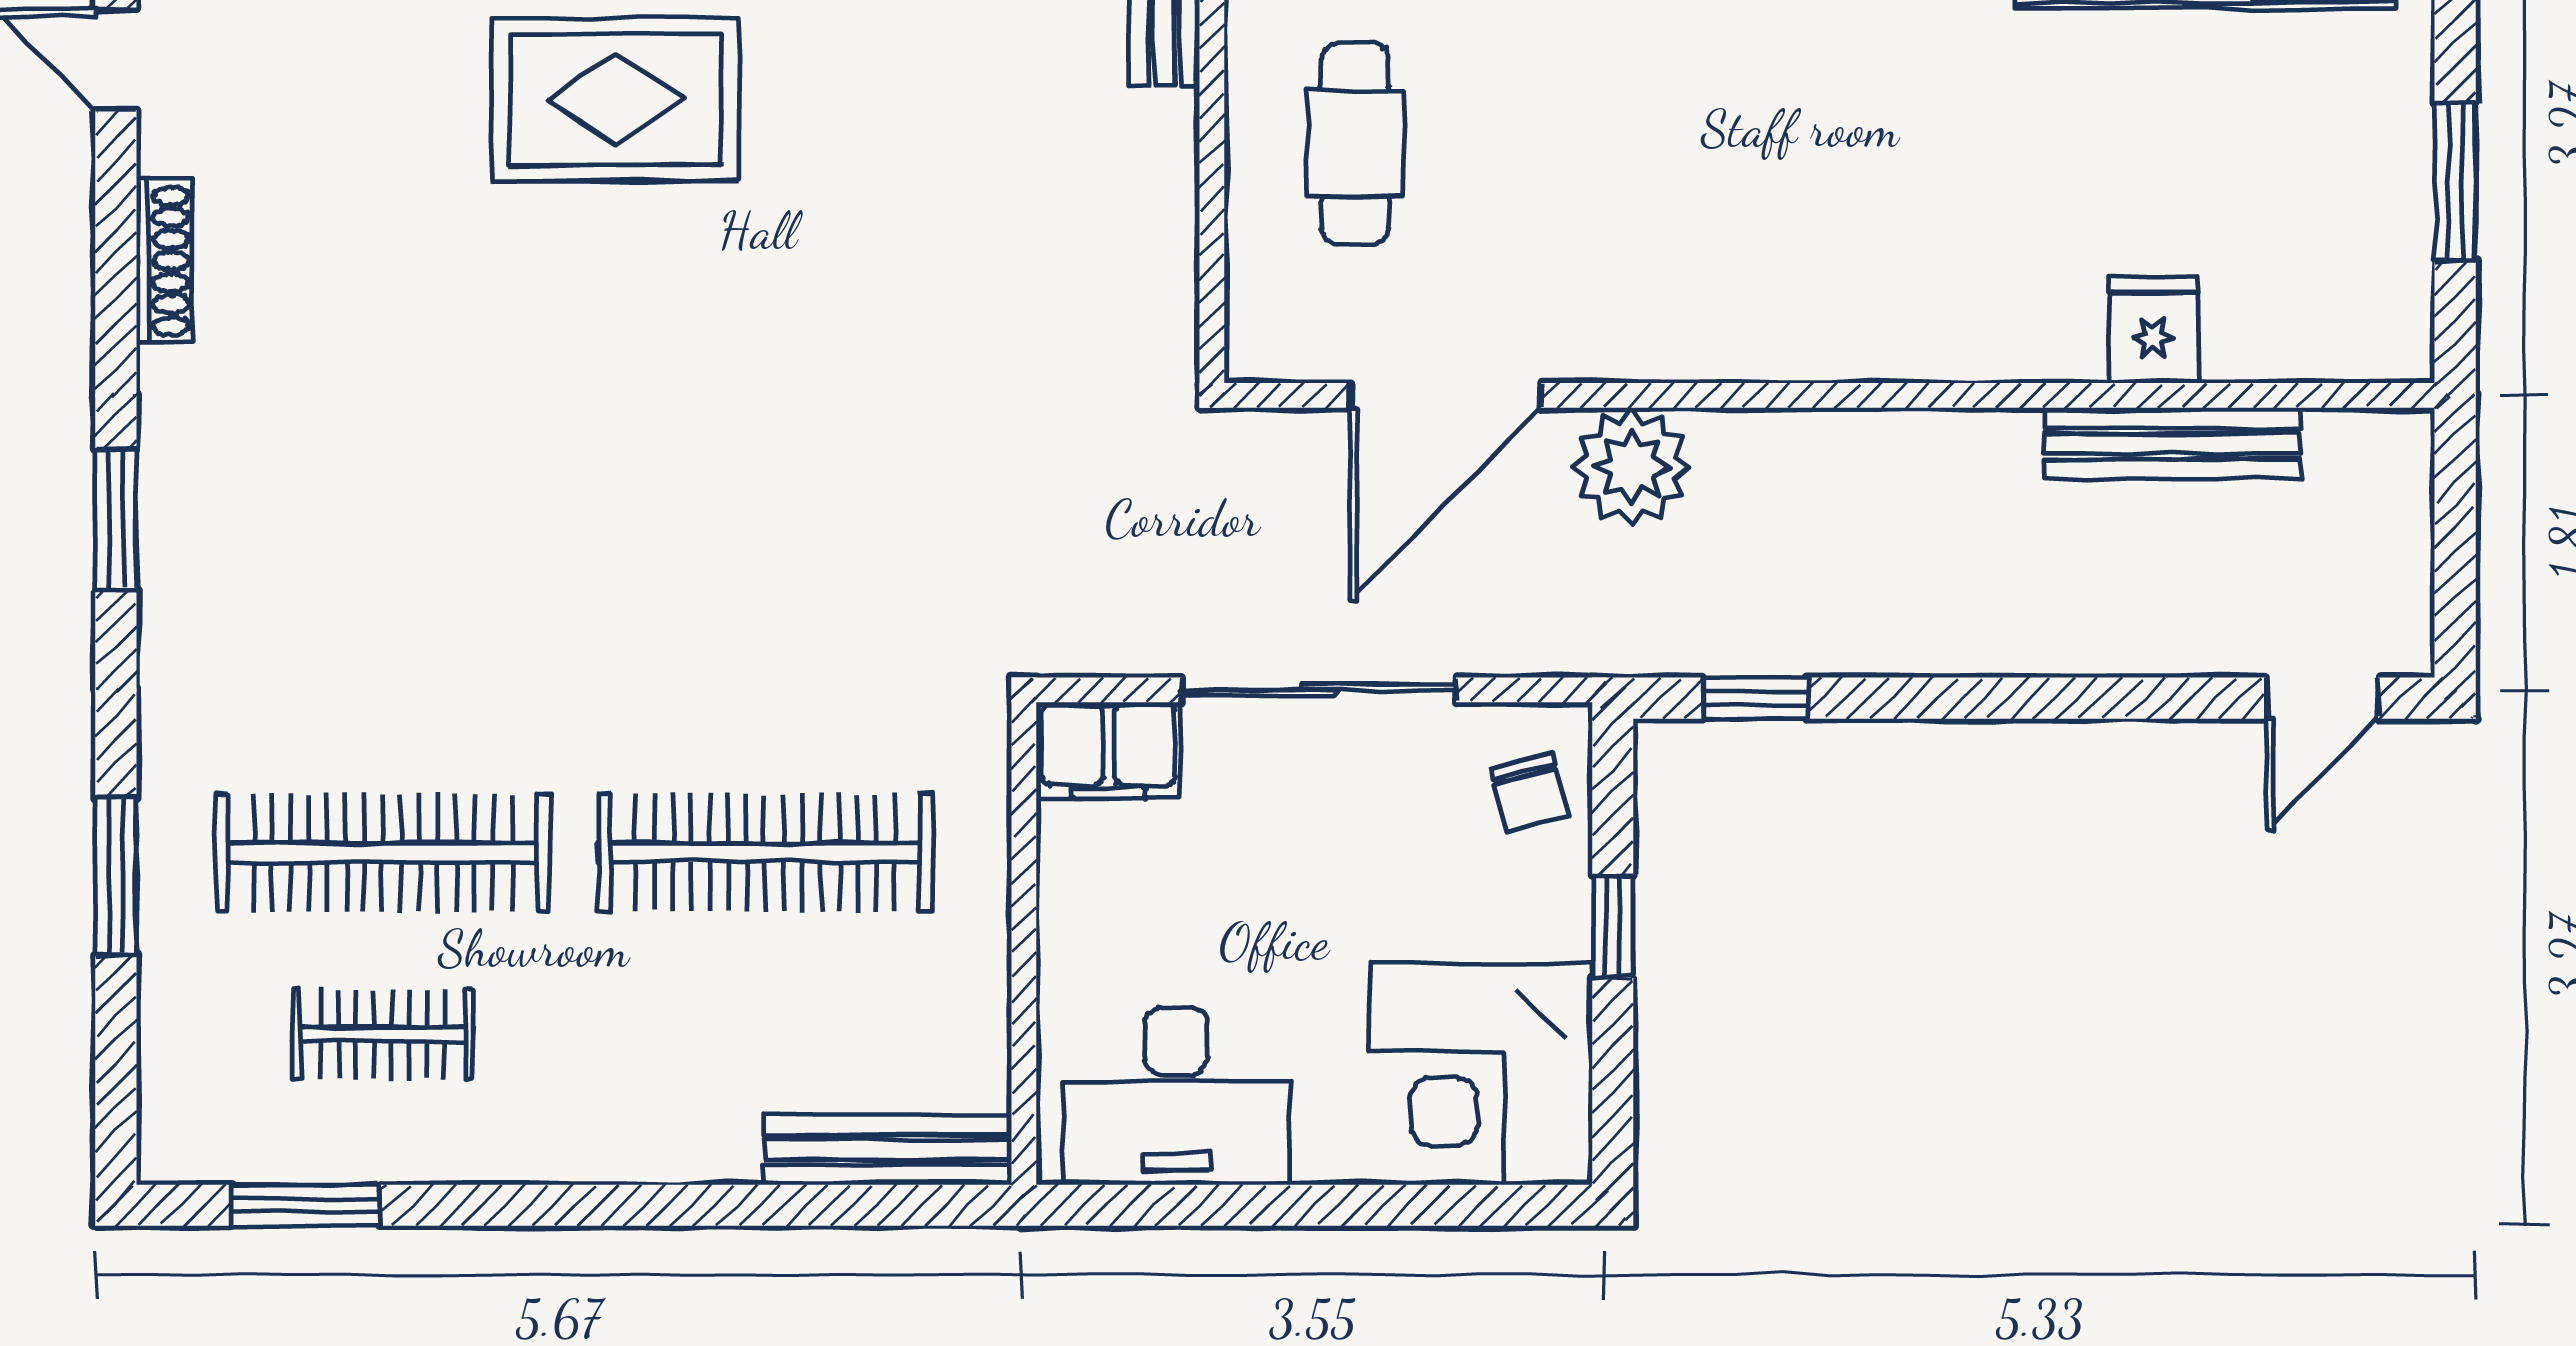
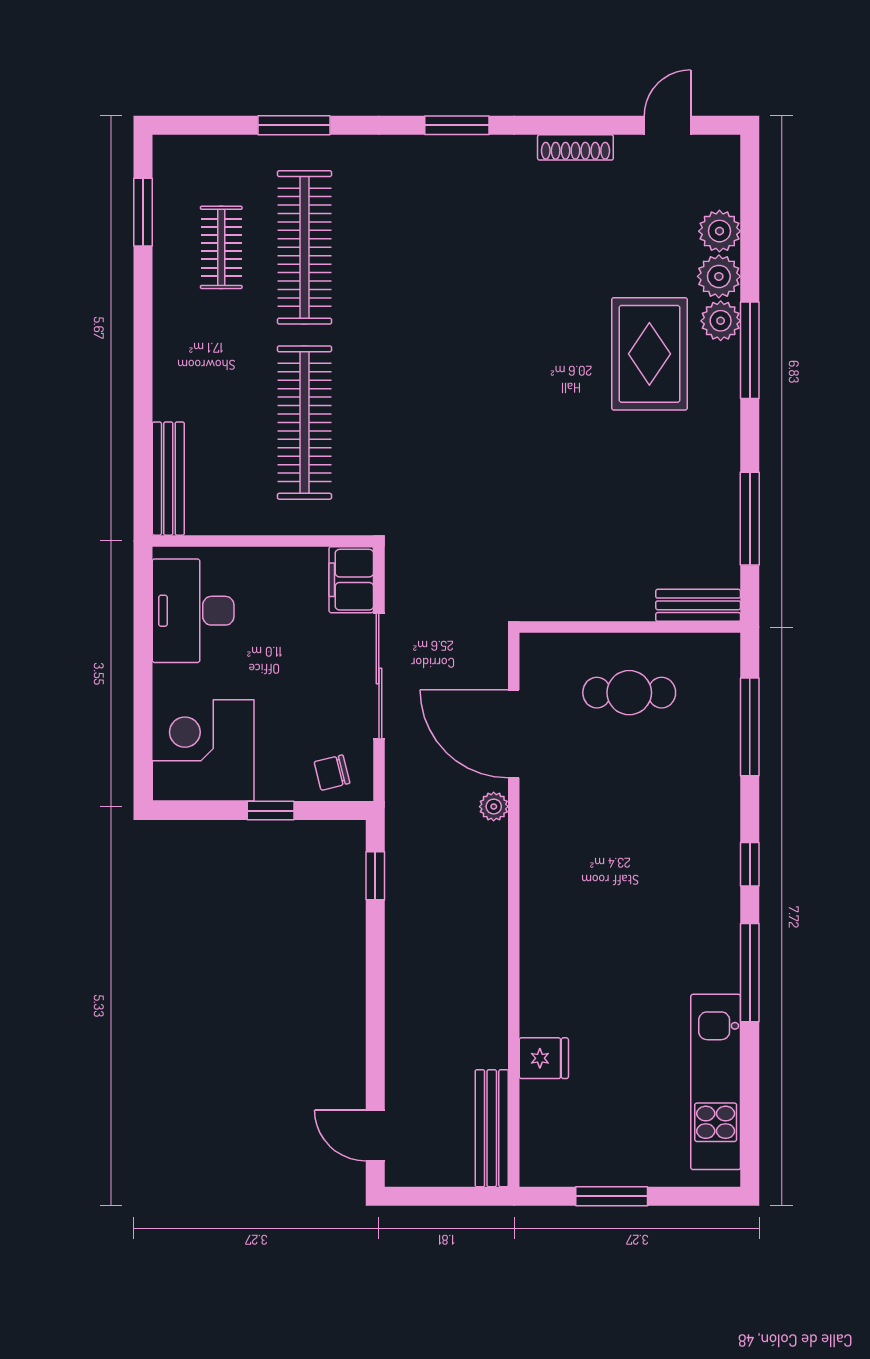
bench: (2172, 444) -> (492, 1128), moved
plant: (1631, 467) -> (494, 807), width x0.53, depth x0.53

